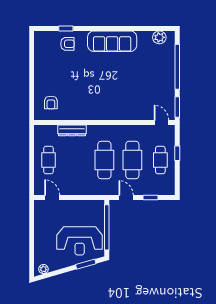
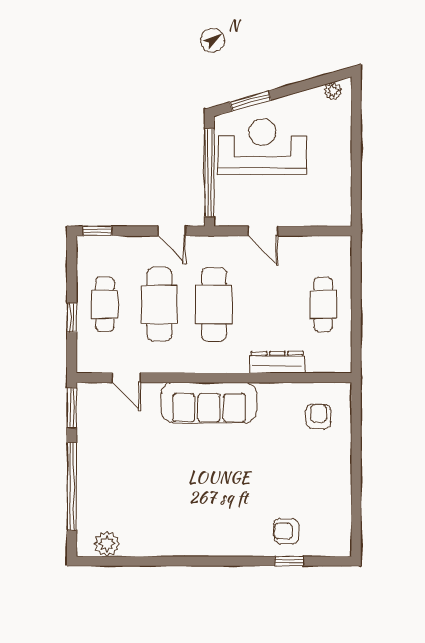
sofa: (112, 41) -> (209, 403), moved, turned 180
door: (161, 122) -> (126, 378), moved
door: (52, 198) -> (263, 231), moved
window: (150, 198) -> (97, 231), moved

